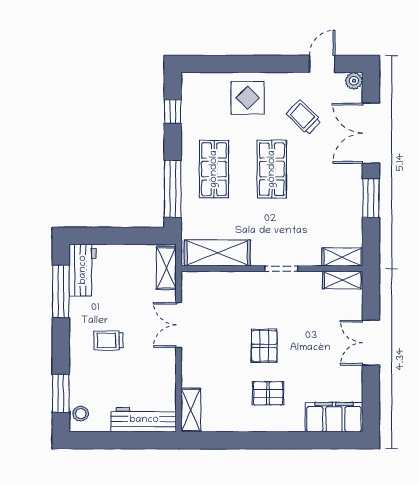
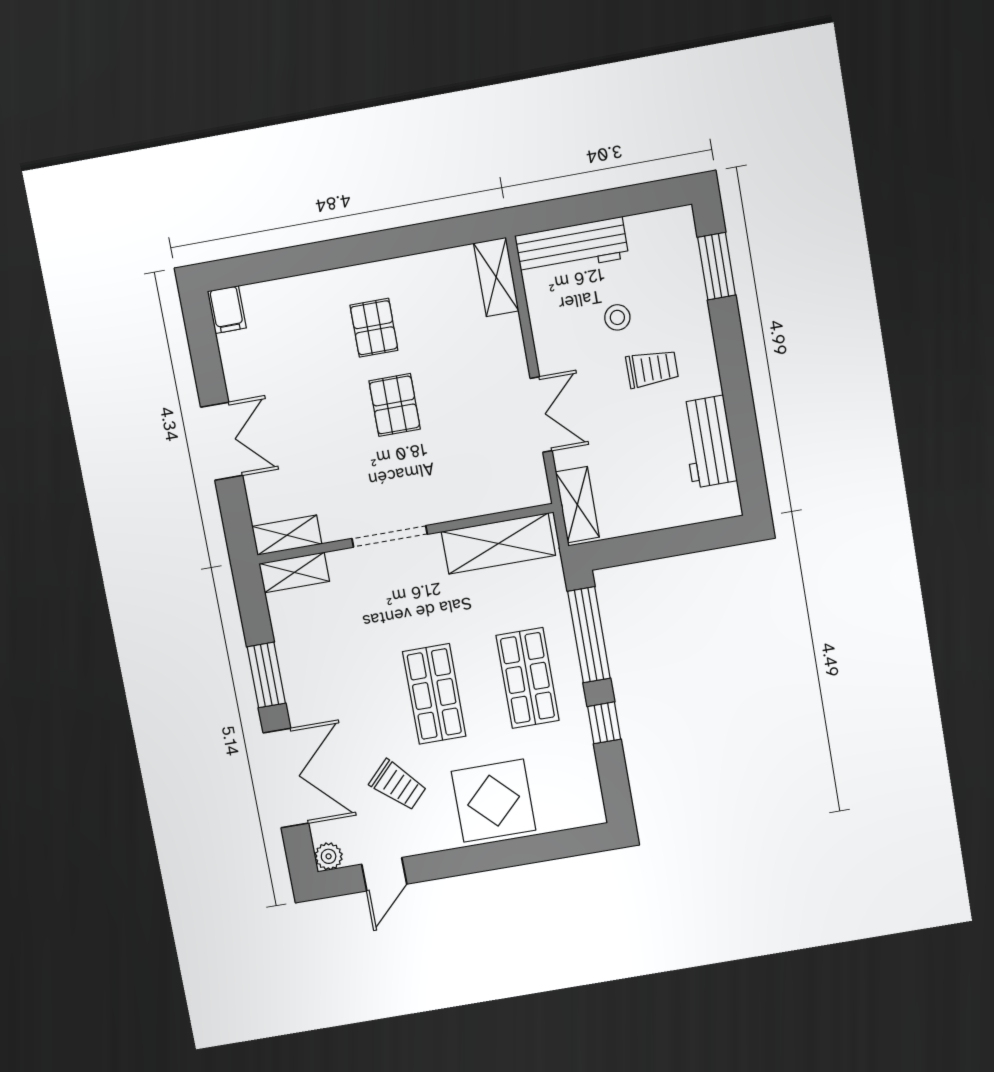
display table: (248, 98) -> (494, 801), width x1.36, depth x1.36
window: (173, 112) -> (604, 723), moved
doorway: (281, 269) -> (390, 536), width x1.38
workbench: (83, 270) -> (708, 442), moved
window: (61, 292) -> (744, 435), removed
pallet: (268, 393) -> (374, 328), turned 90
stool: (81, 414) -> (617, 317), moved
filing cabinet: (334, 417) -> (227, 310), width x0.33, depth x0.86

